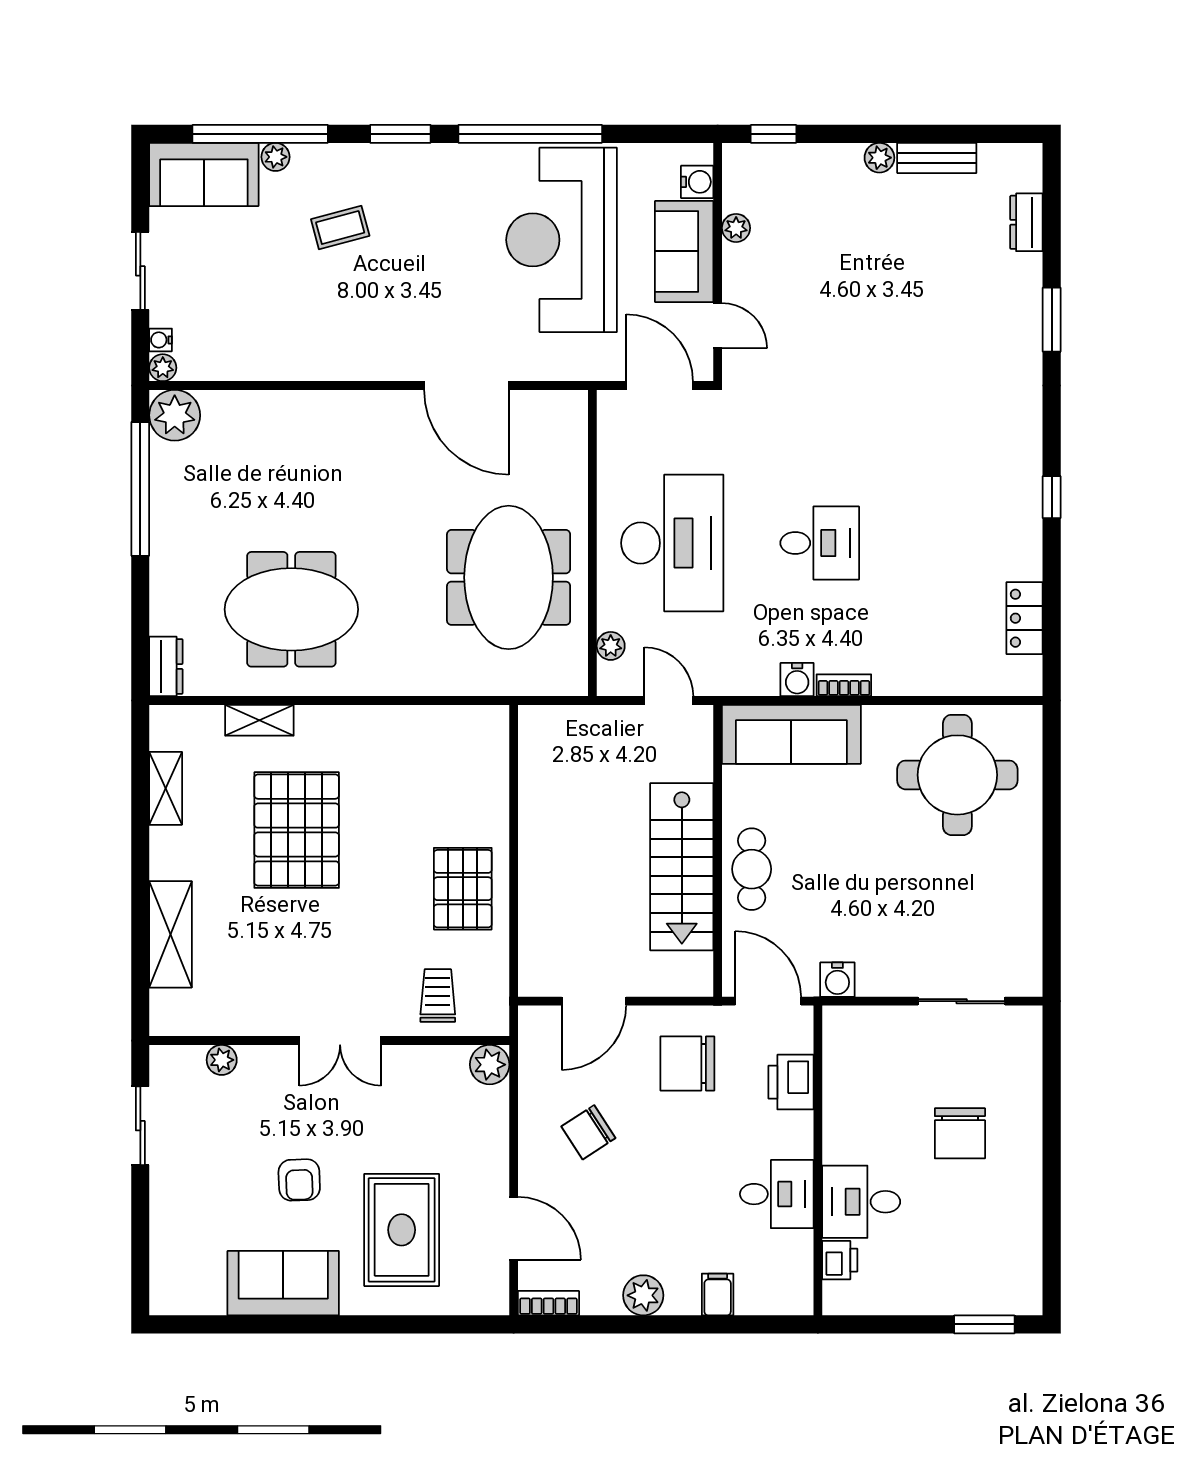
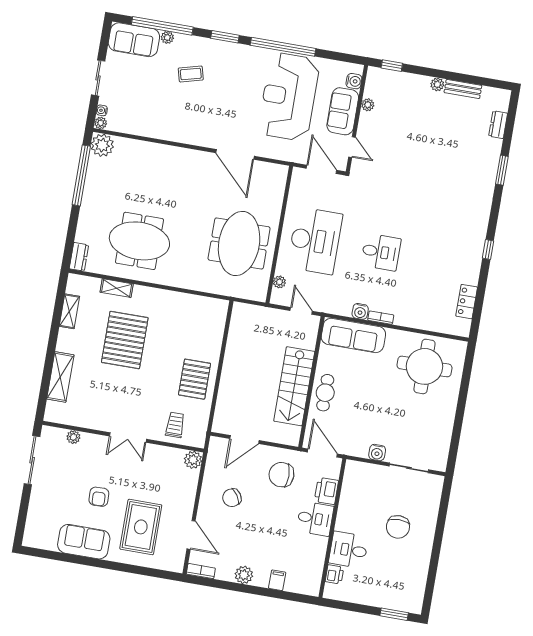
water cooler: (837, 980) -> (377, 453), moved
sliding door: (140, 1126) -> (32, 460), width x1.37
desk: (777, 1194) -> (315, 519), moved

